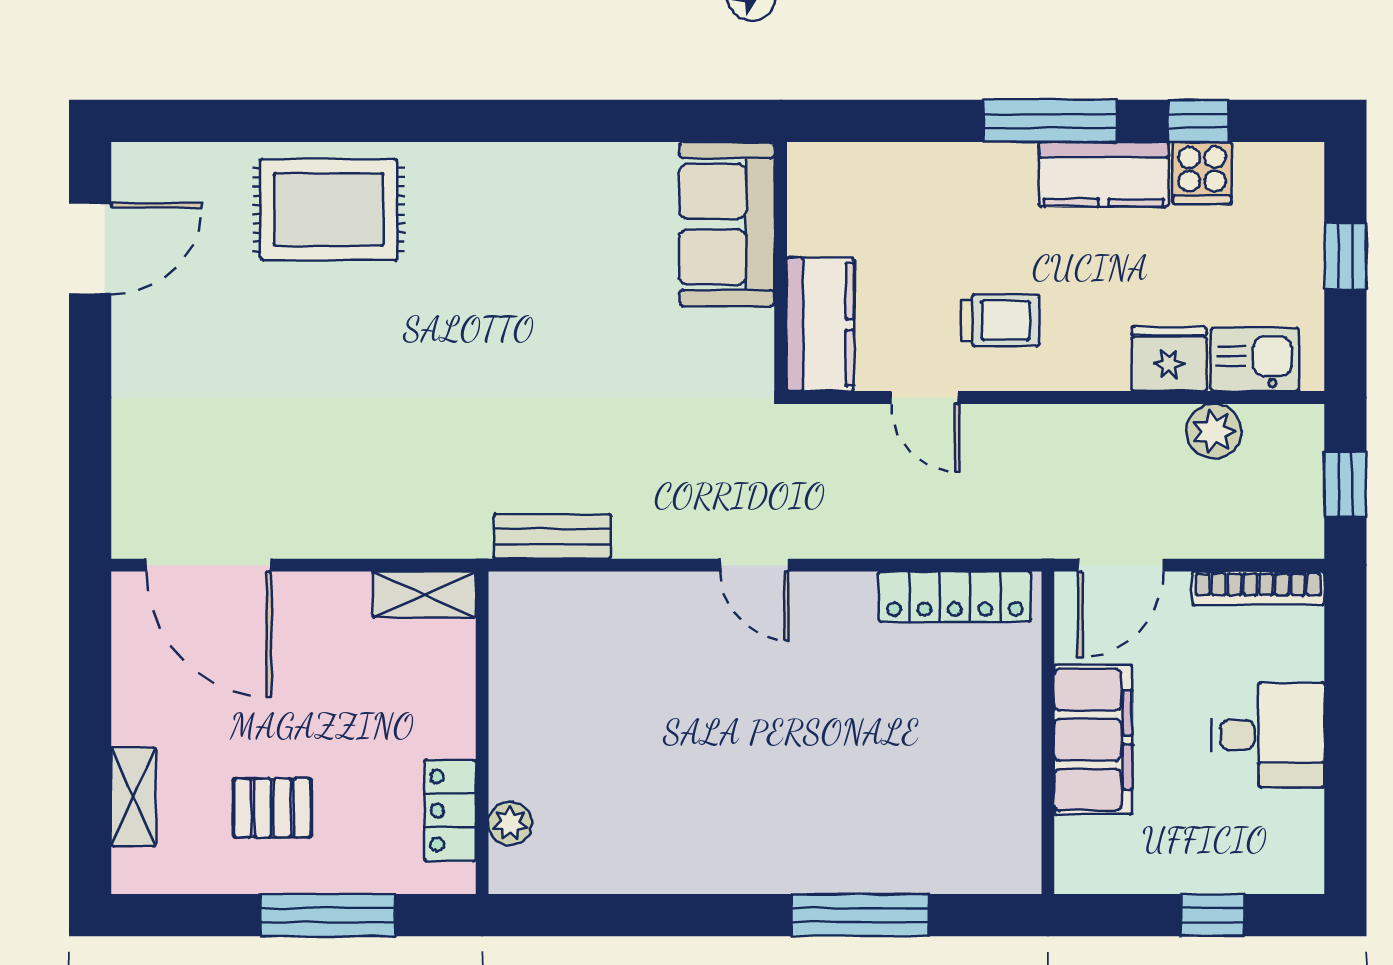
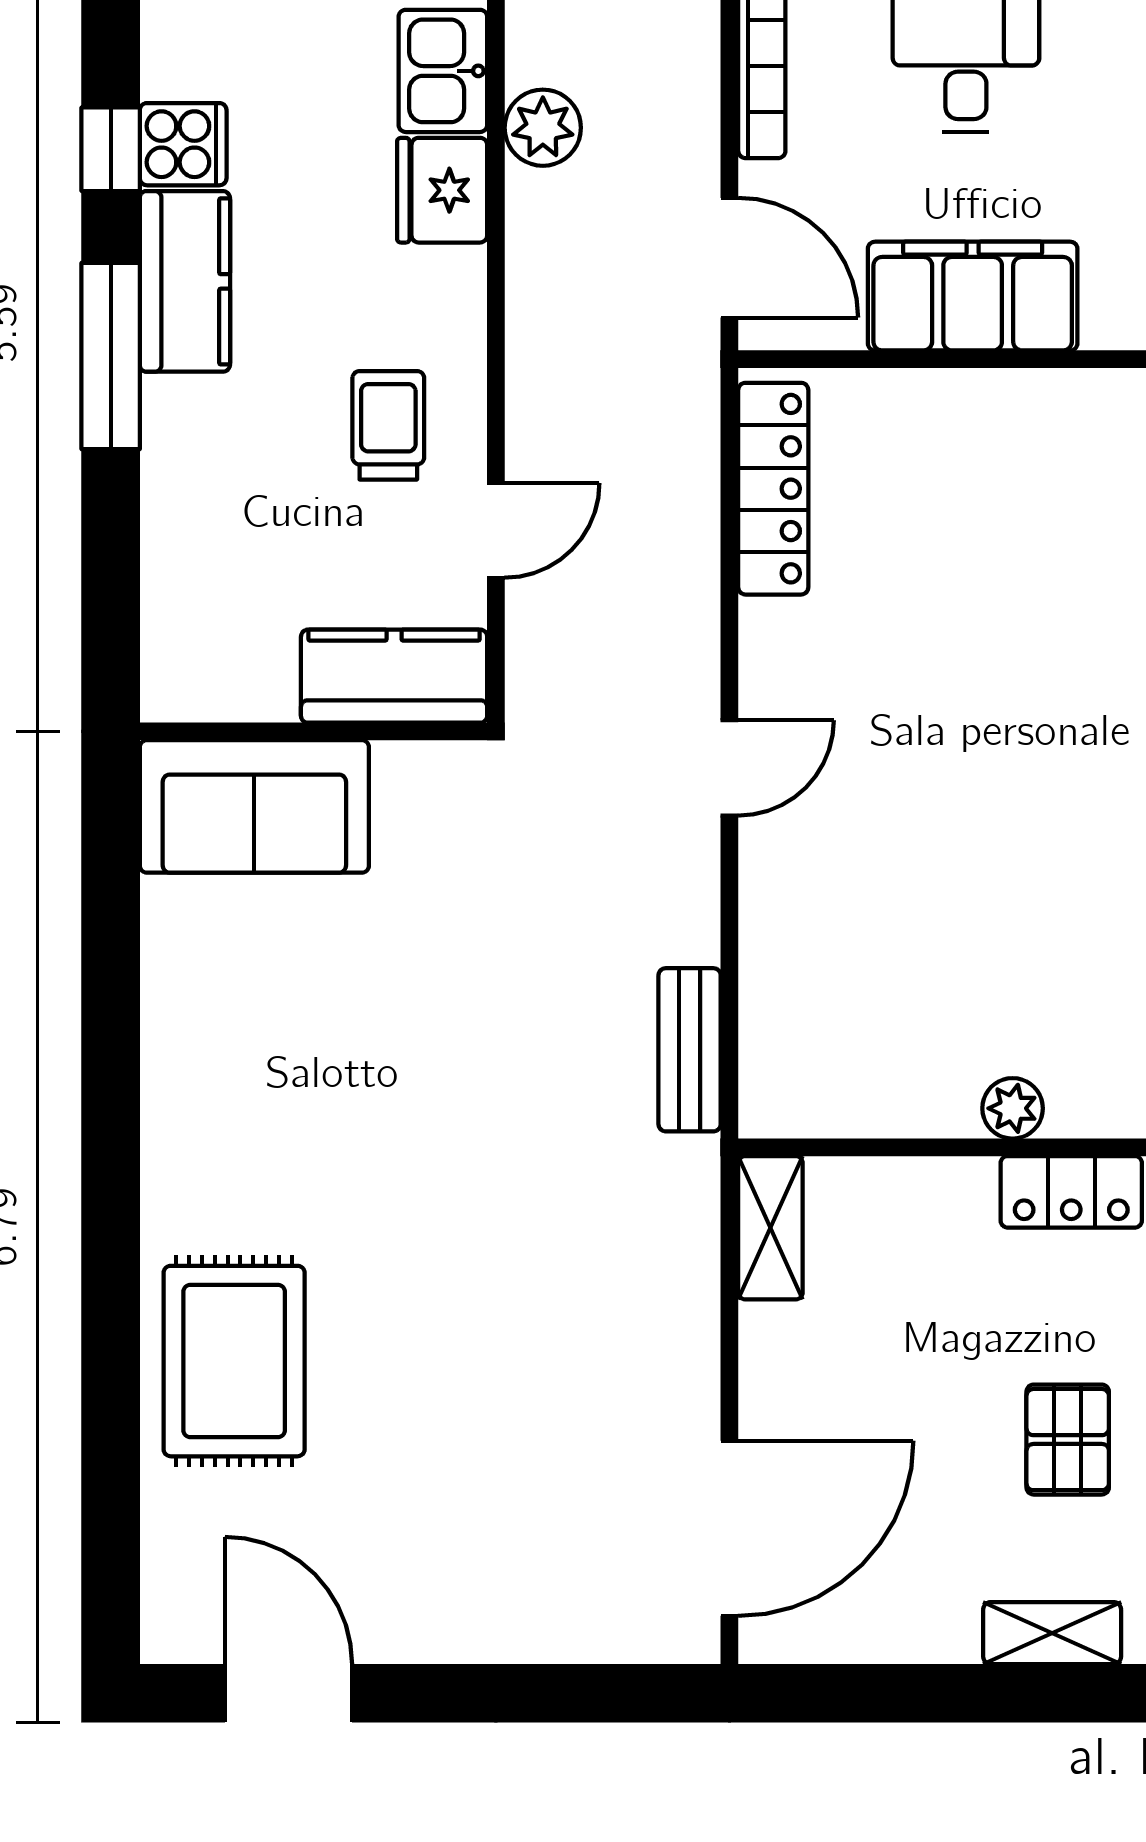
plant: (510, 823) -> (1013, 1108), moved

